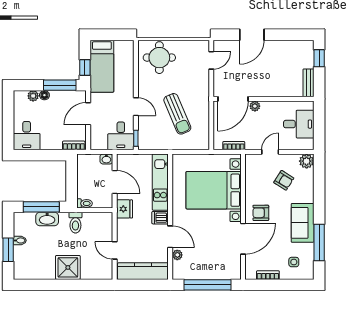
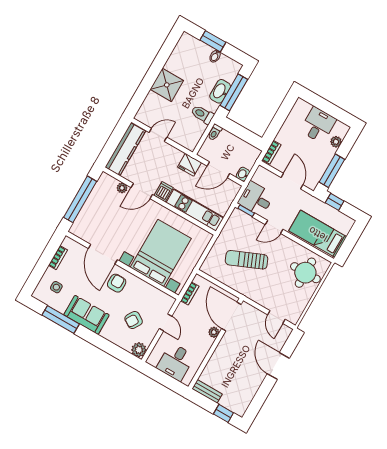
bed: (102, 66) -> (318, 234), moved
floor lamp: (44, 95) -> (331, 152), removed
desk: (27, 136) -> (318, 125), moved, turned 90

